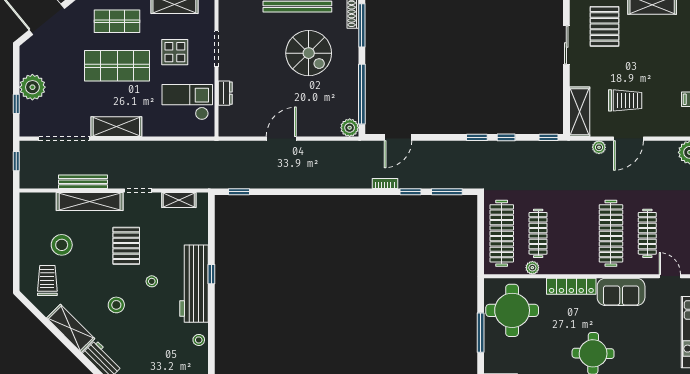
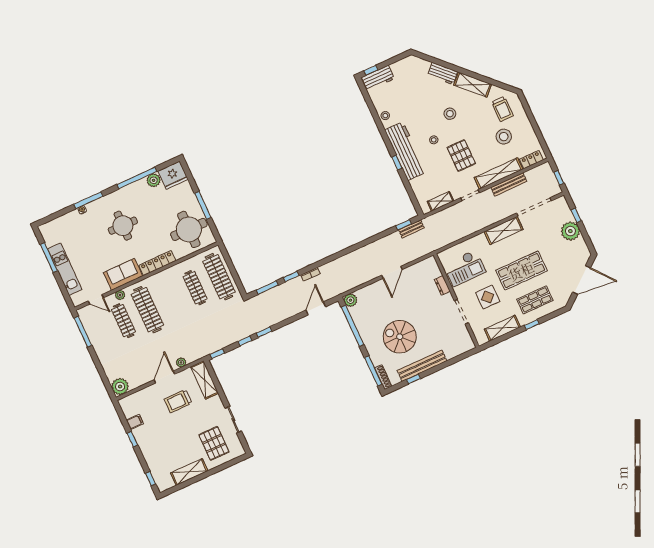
bench: (231, 182) -> (411, 229), added
locker: (40, 200) -> (531, 160), added
plant: (532, 268) -> (120, 295), moved

